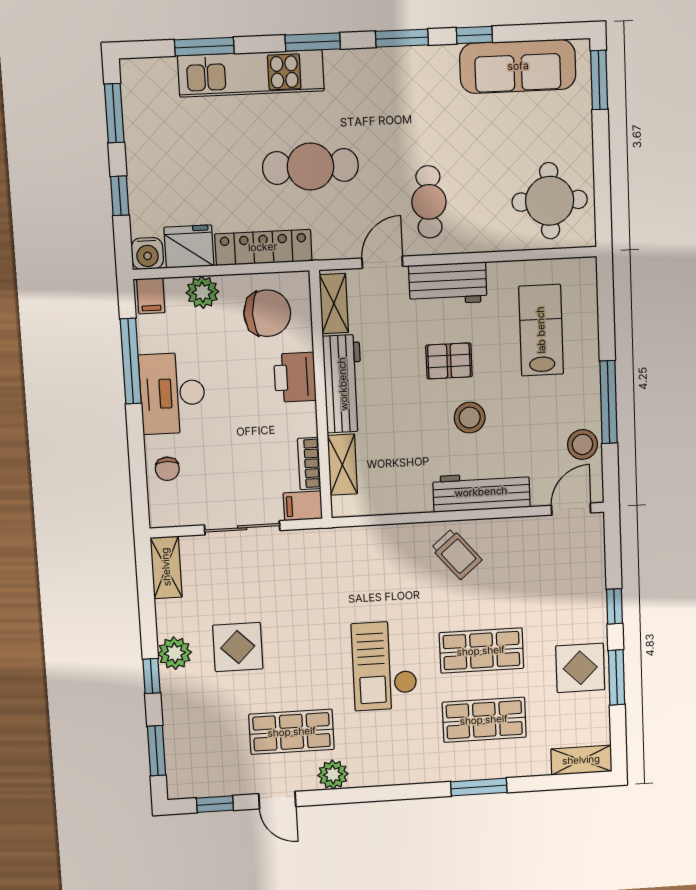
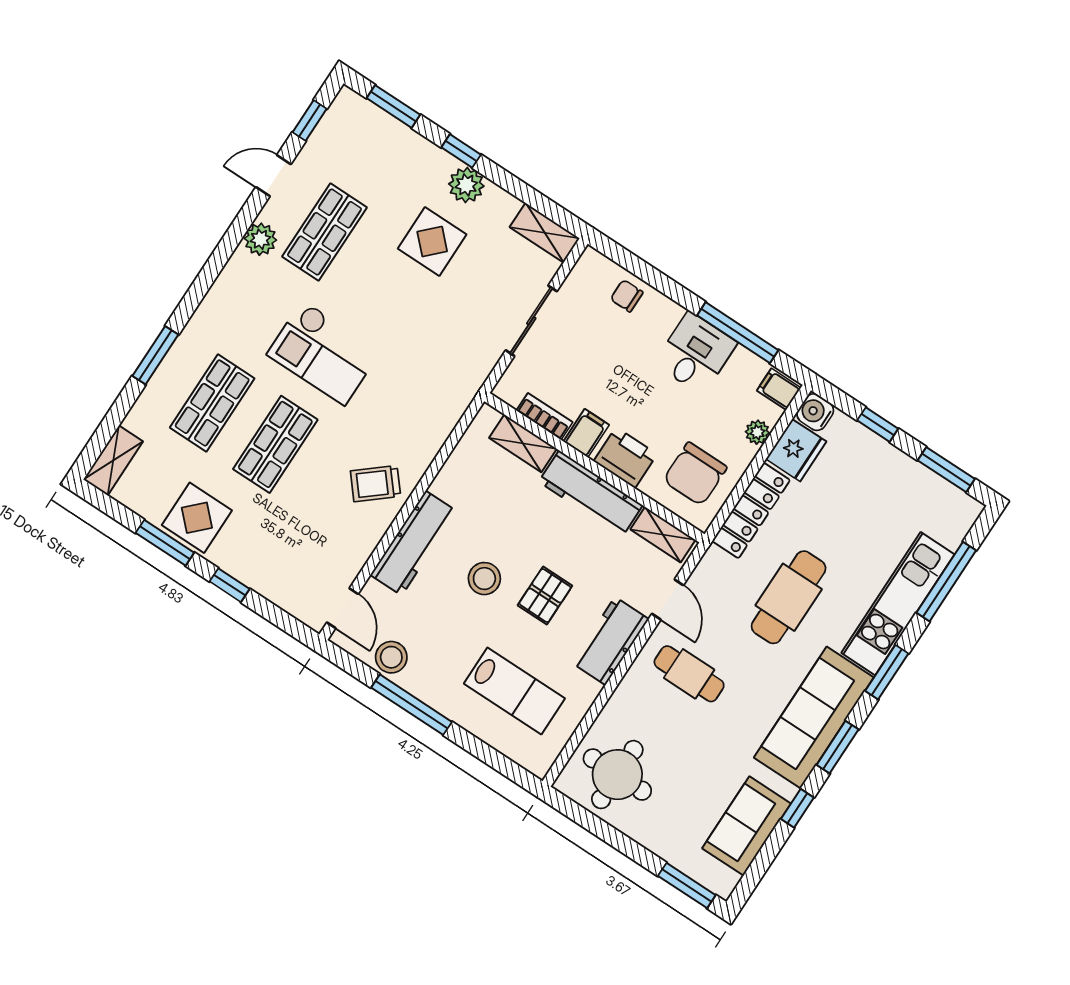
window: (204, 47) -> (946, 582), width x1.44
sofa: (518, 66) -> (746, 826), width x0.73
sofa: (392, 75) -> (814, 718), added
plant: (202, 292) -> (757, 432), width x0.73, depth x0.73
desk: (172, 393) -> (696, 353), width x0.73
filing cabinet: (303, 506) -> (586, 433), moved
checkout: (384, 666) -> (324, 353), turned 180

